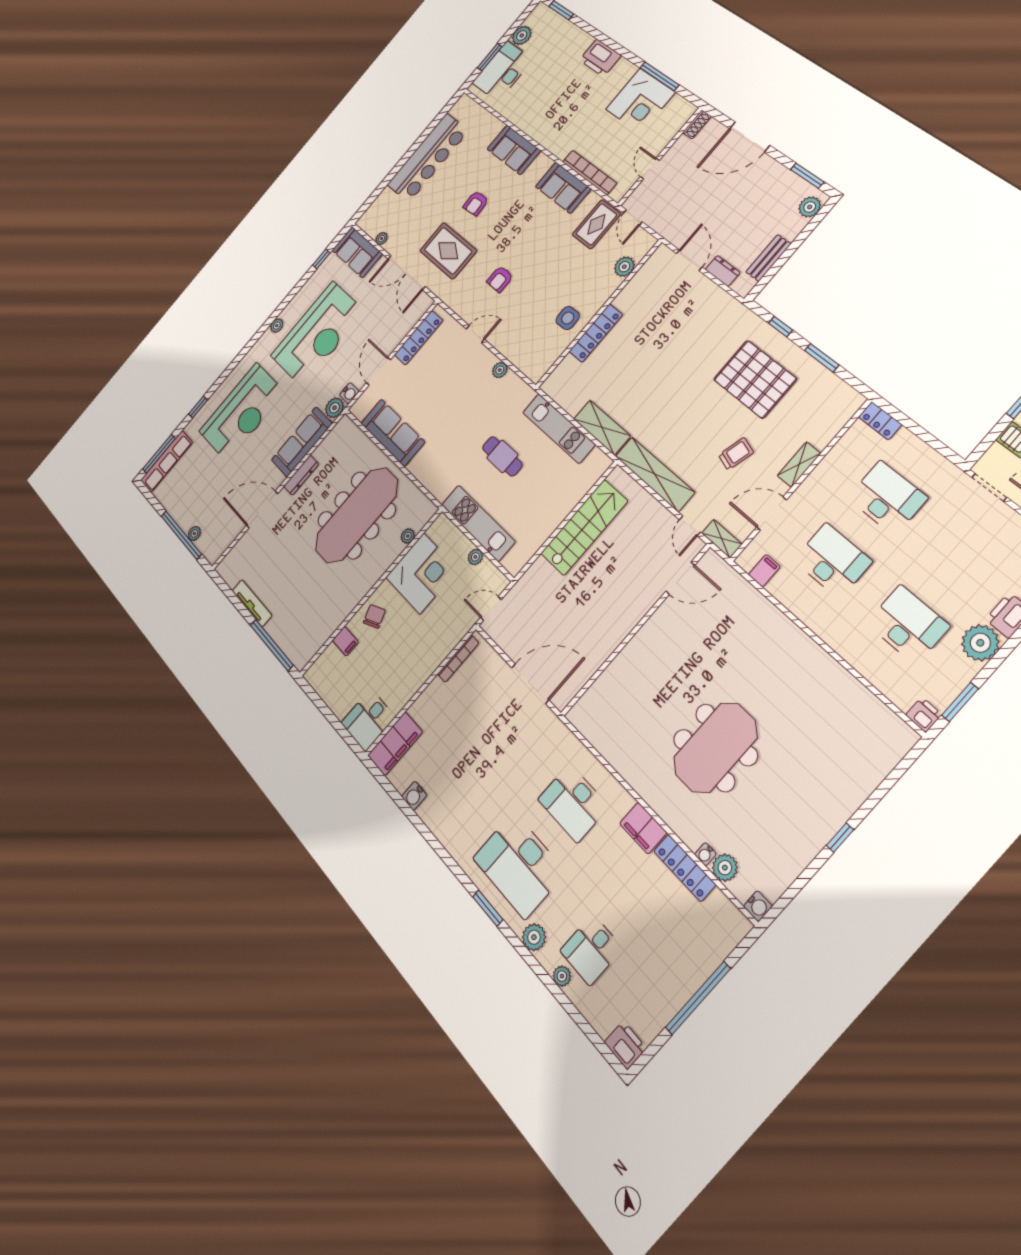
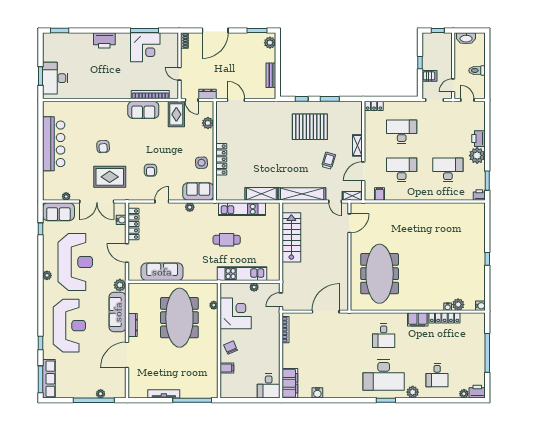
plant: (522, 35) -> (49, 55), removed
sofa: (514, 150) -> (198, 192), moved, turned 180
dresser: (723, 271) -> (207, 94), moved
water cooler: (349, 393) -> (121, 220), moved
meeting table: (715, 748) -> (380, 274), moved, width x1.36
desk: (573, 803) -> (384, 336), width x0.73
plant: (562, 976) -> (464, 394), moved

